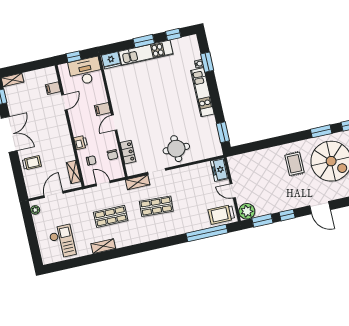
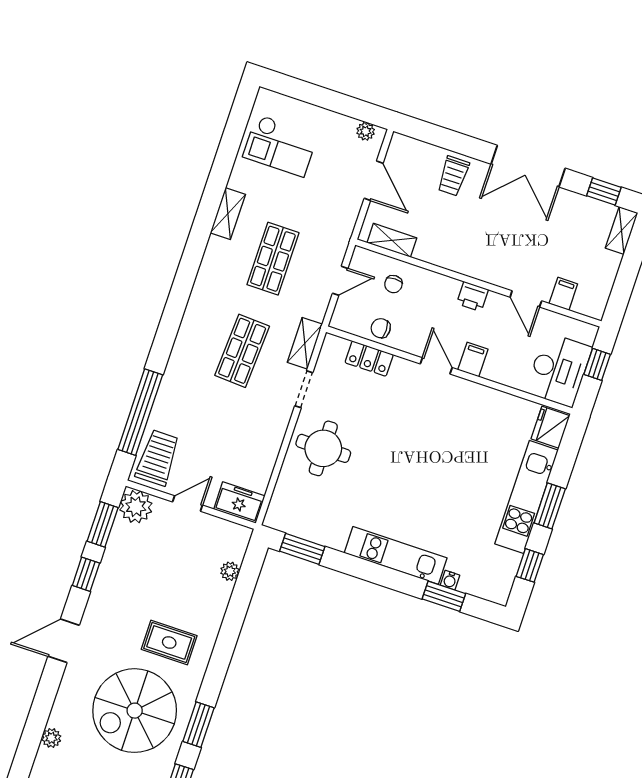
printer: (81, 142) -> (472, 297), moved
plant: (250, 157) -> (230, 571), added

